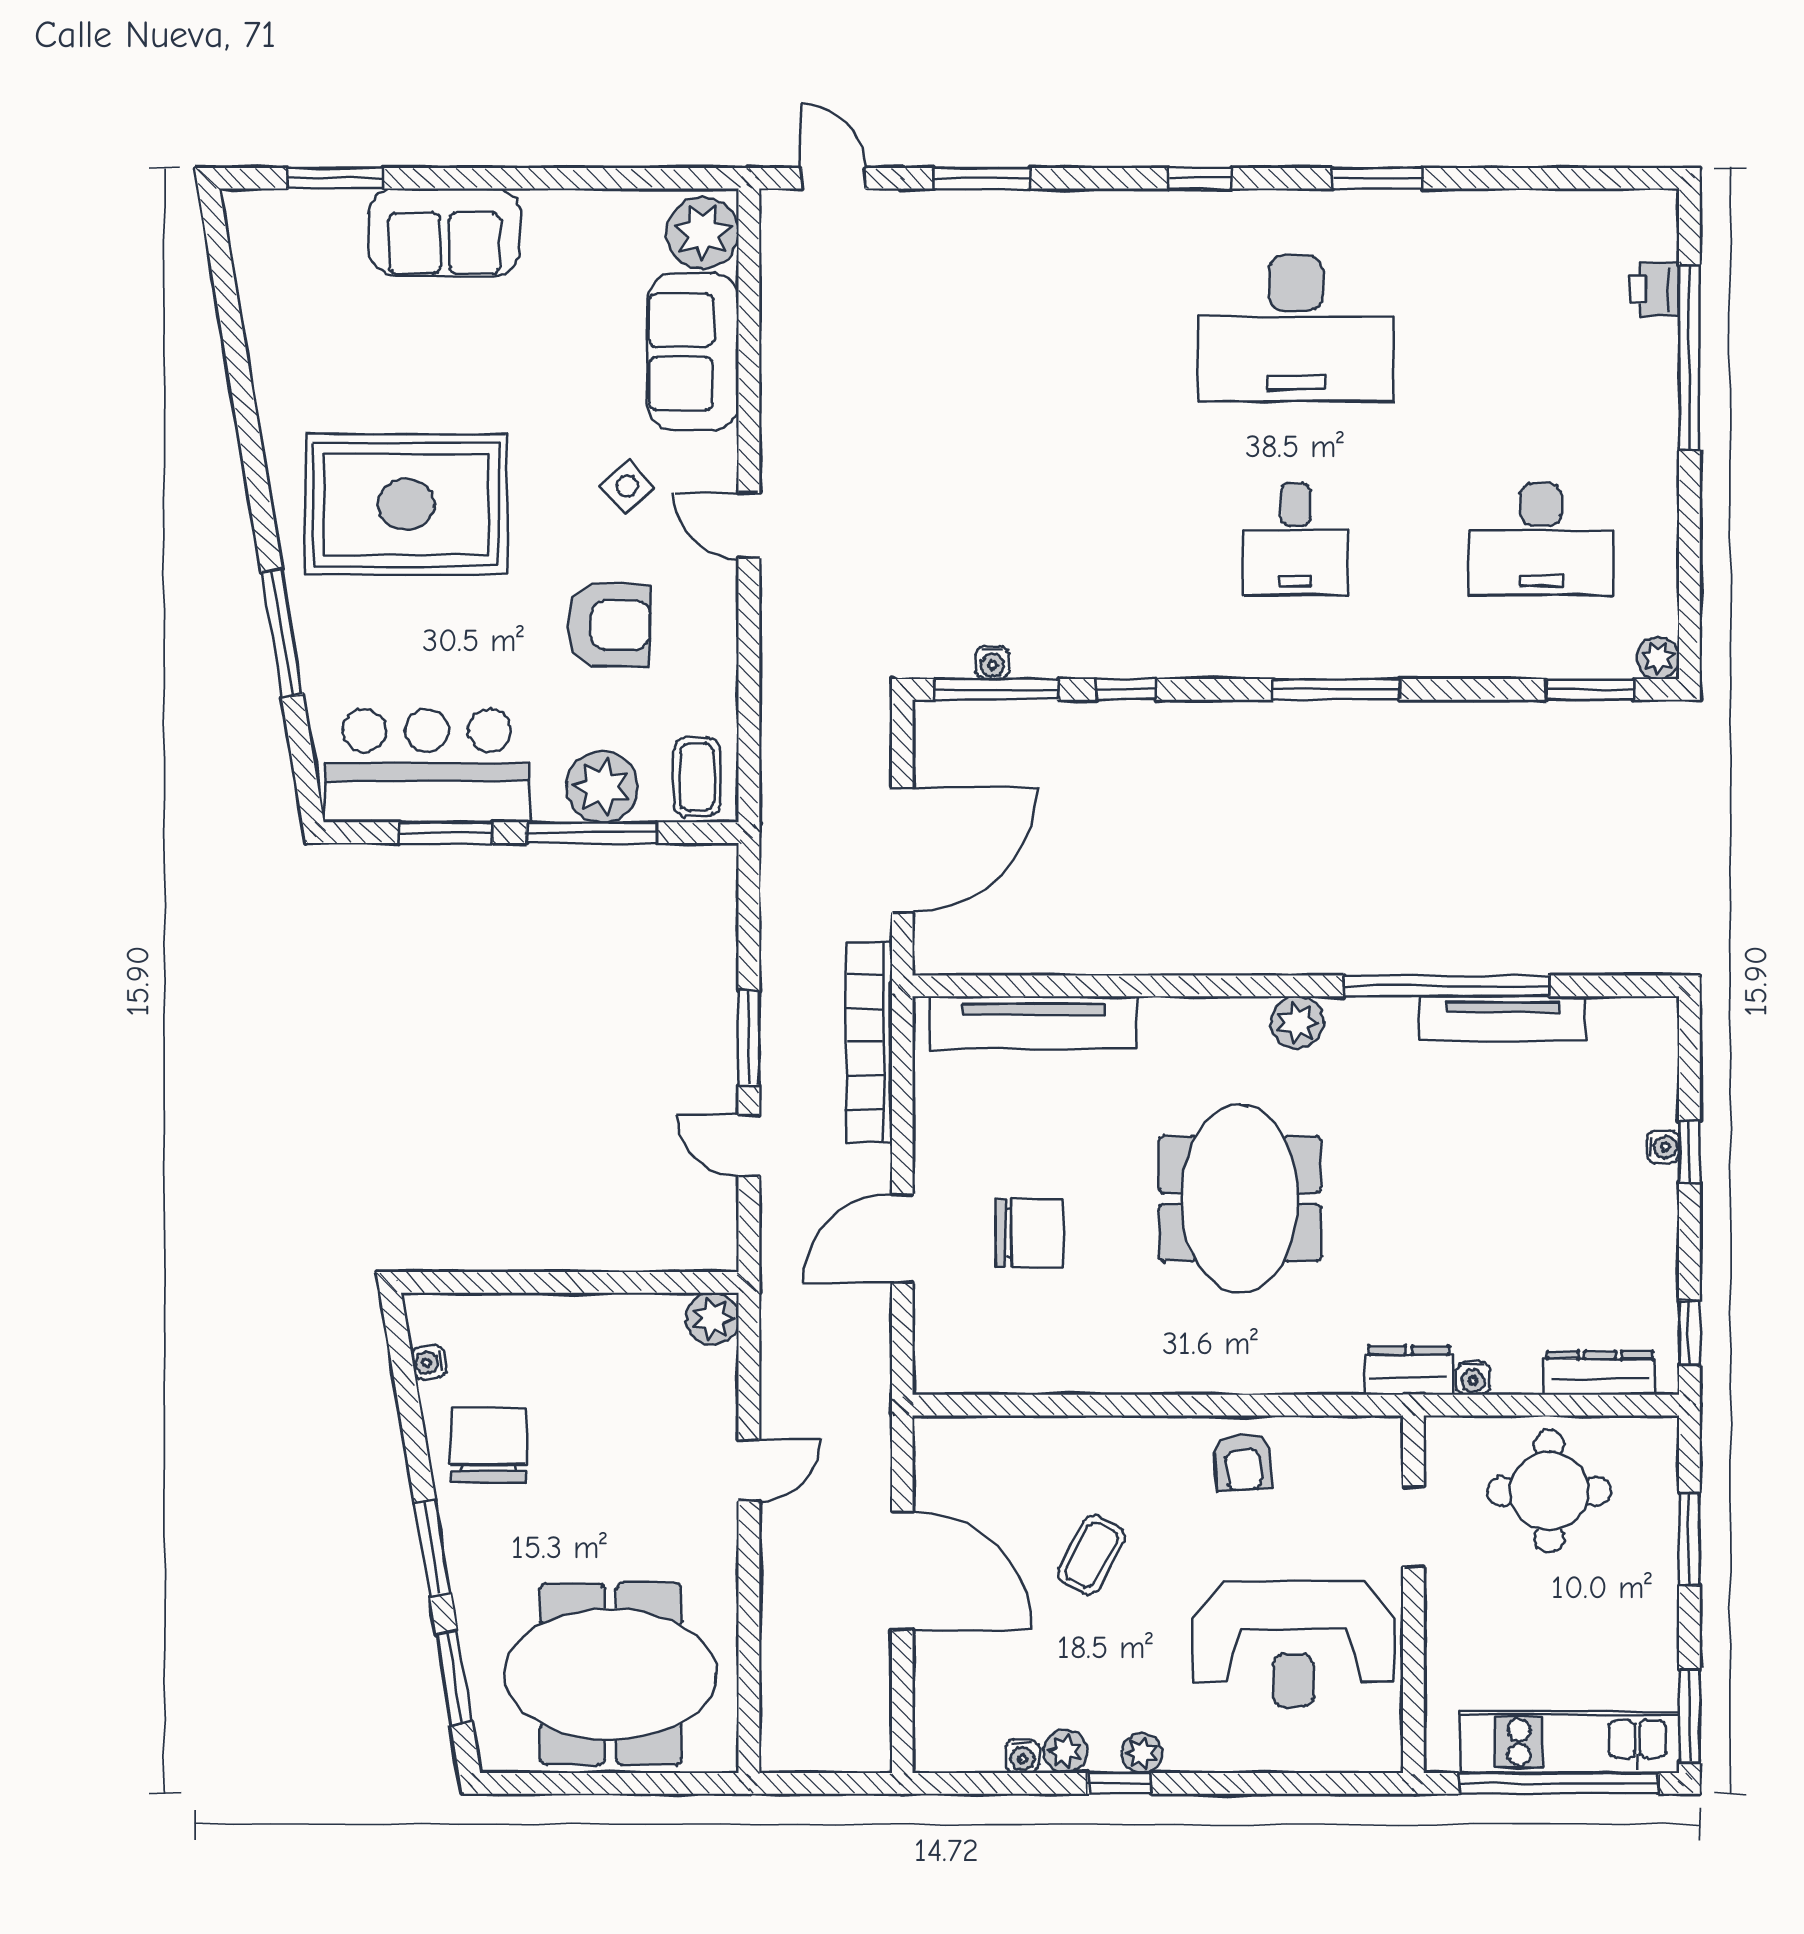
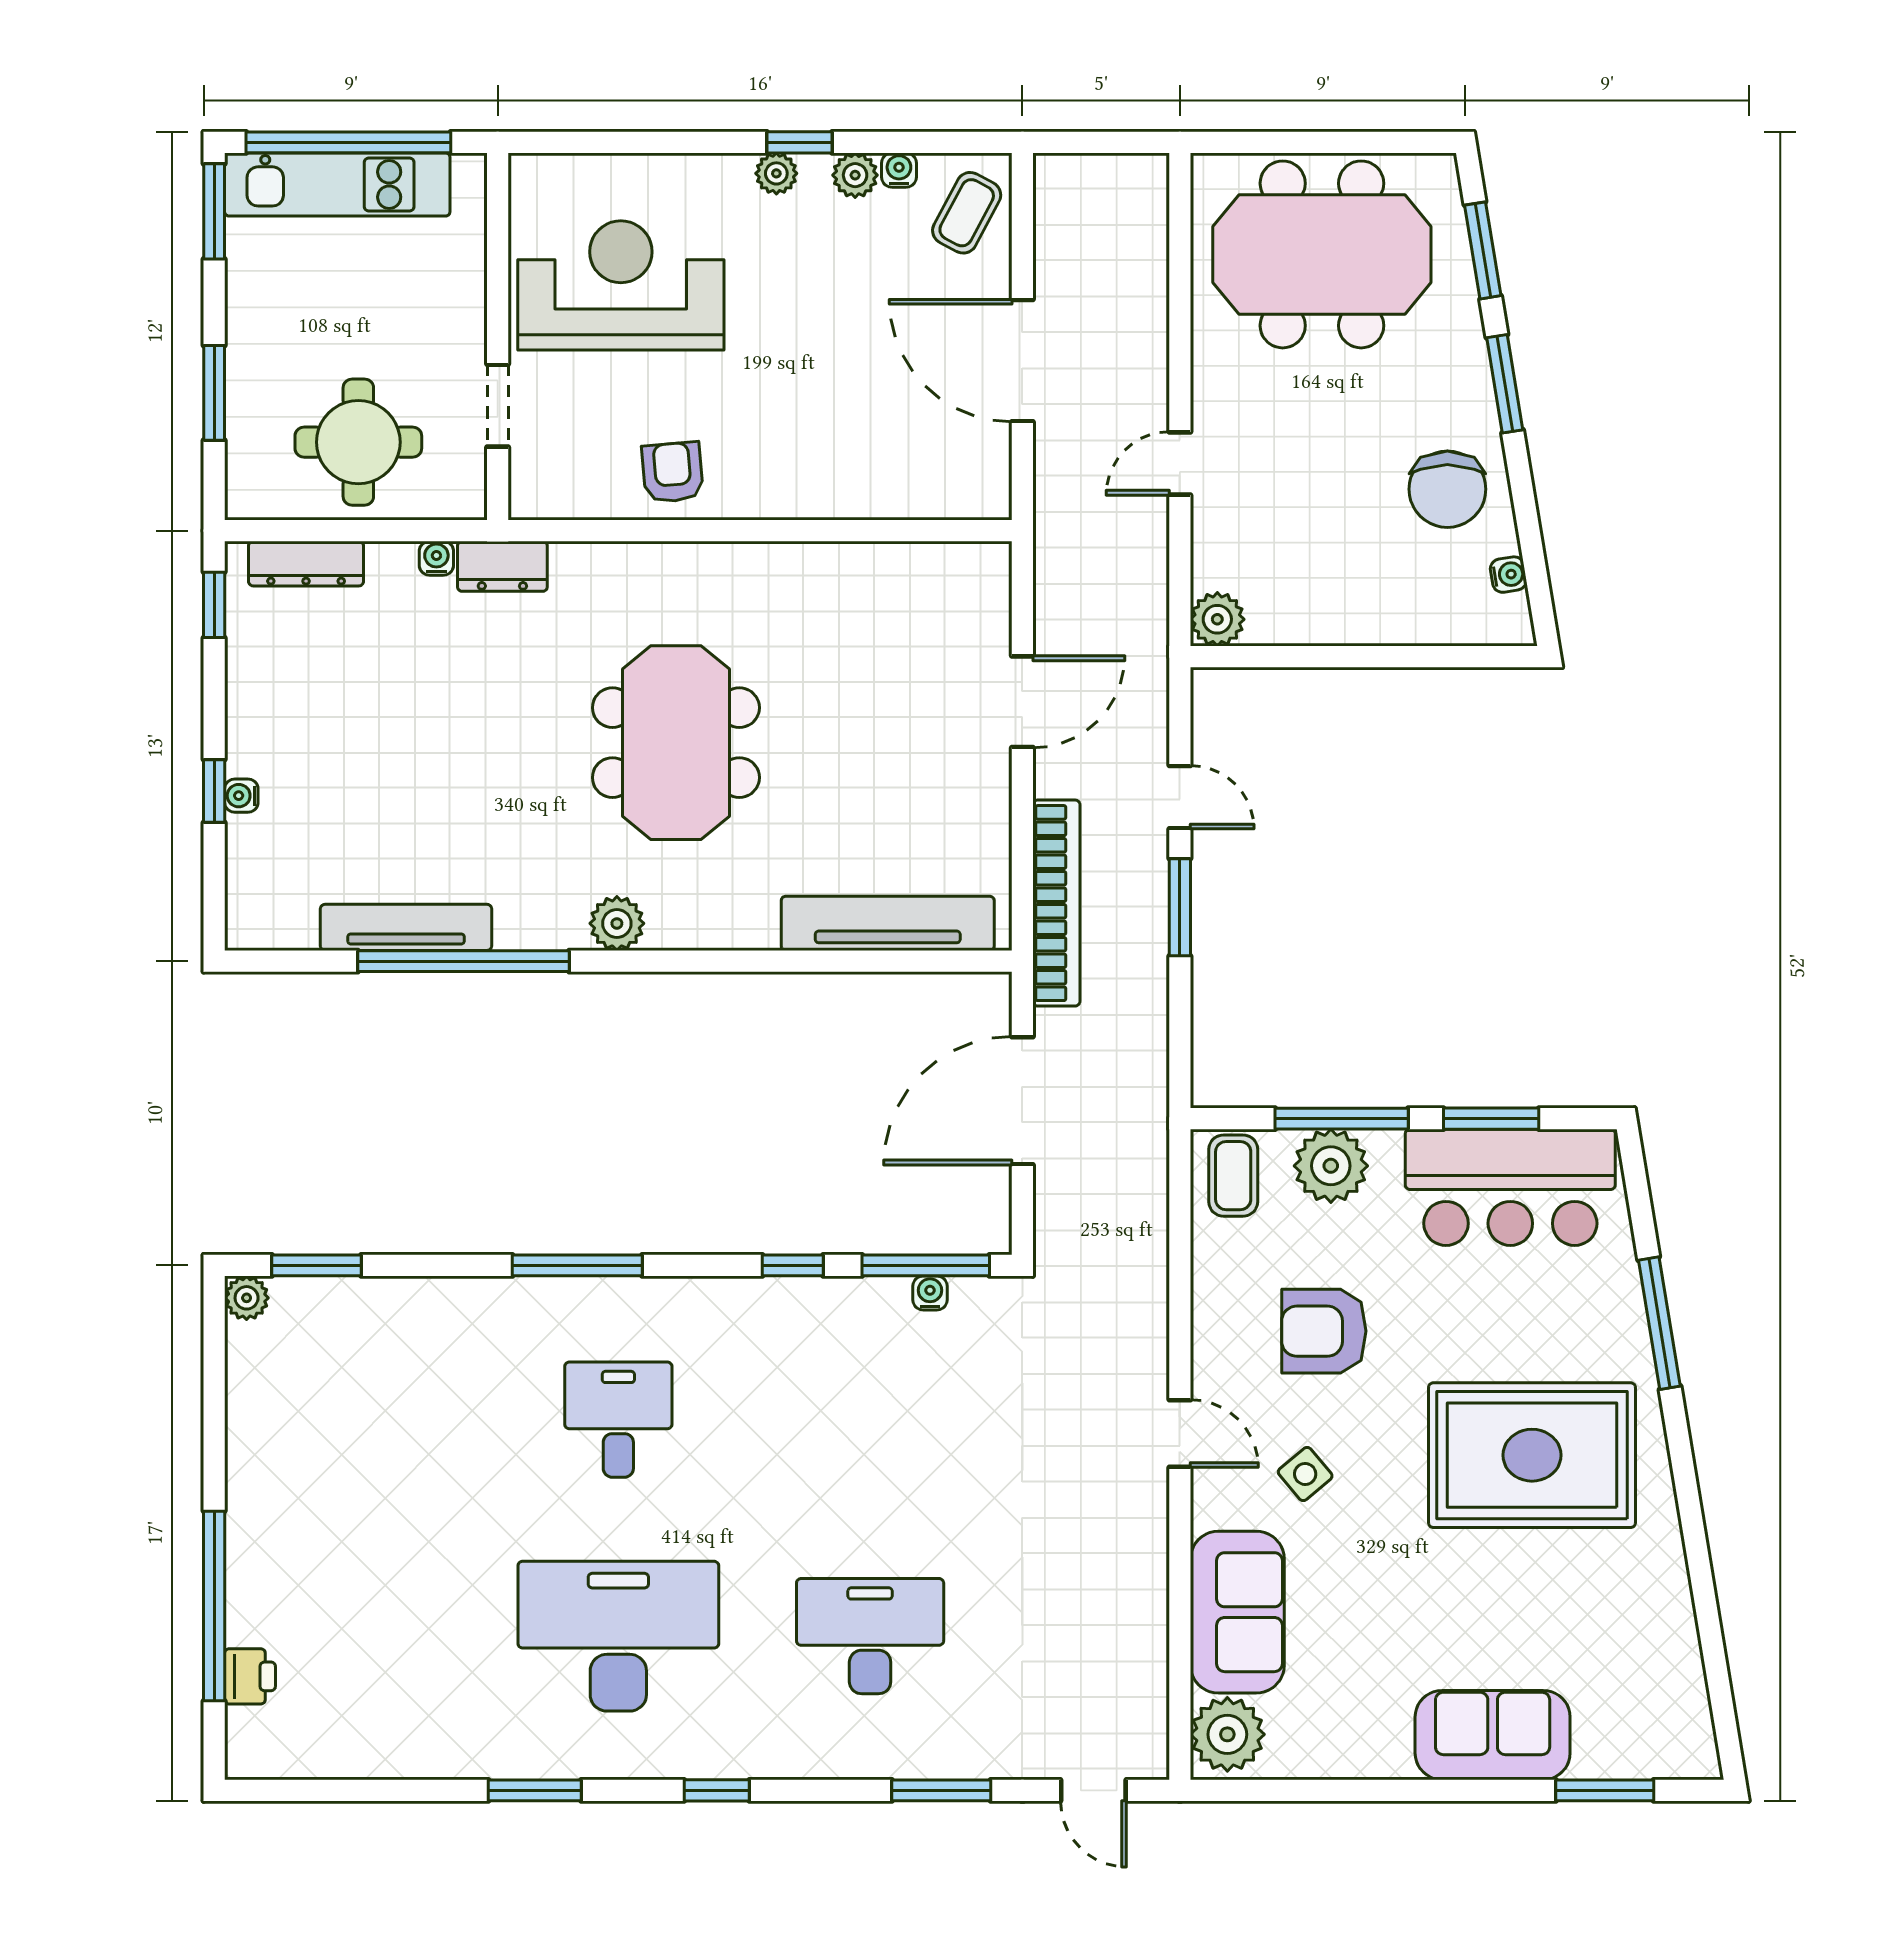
desk: (1541, 539) -> (870, 1636), moved
chair: (1029, 1233) -> (892, 708), removed
coffee table: (1092, 1555) -> (967, 213), moved

